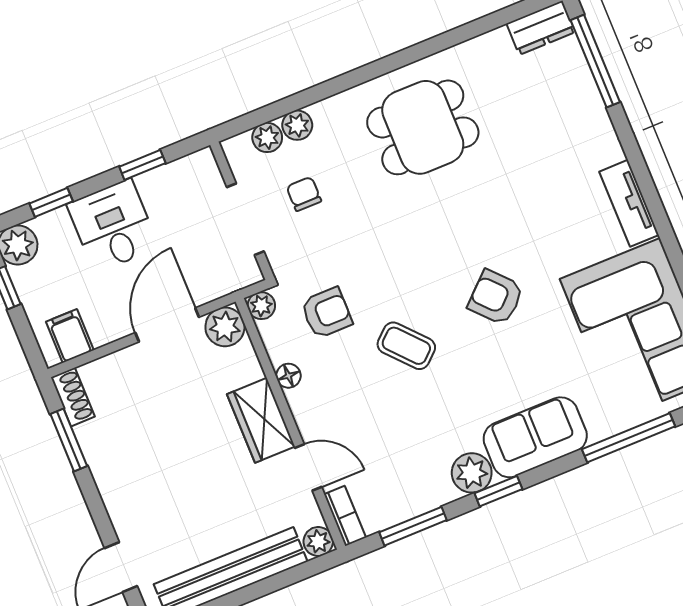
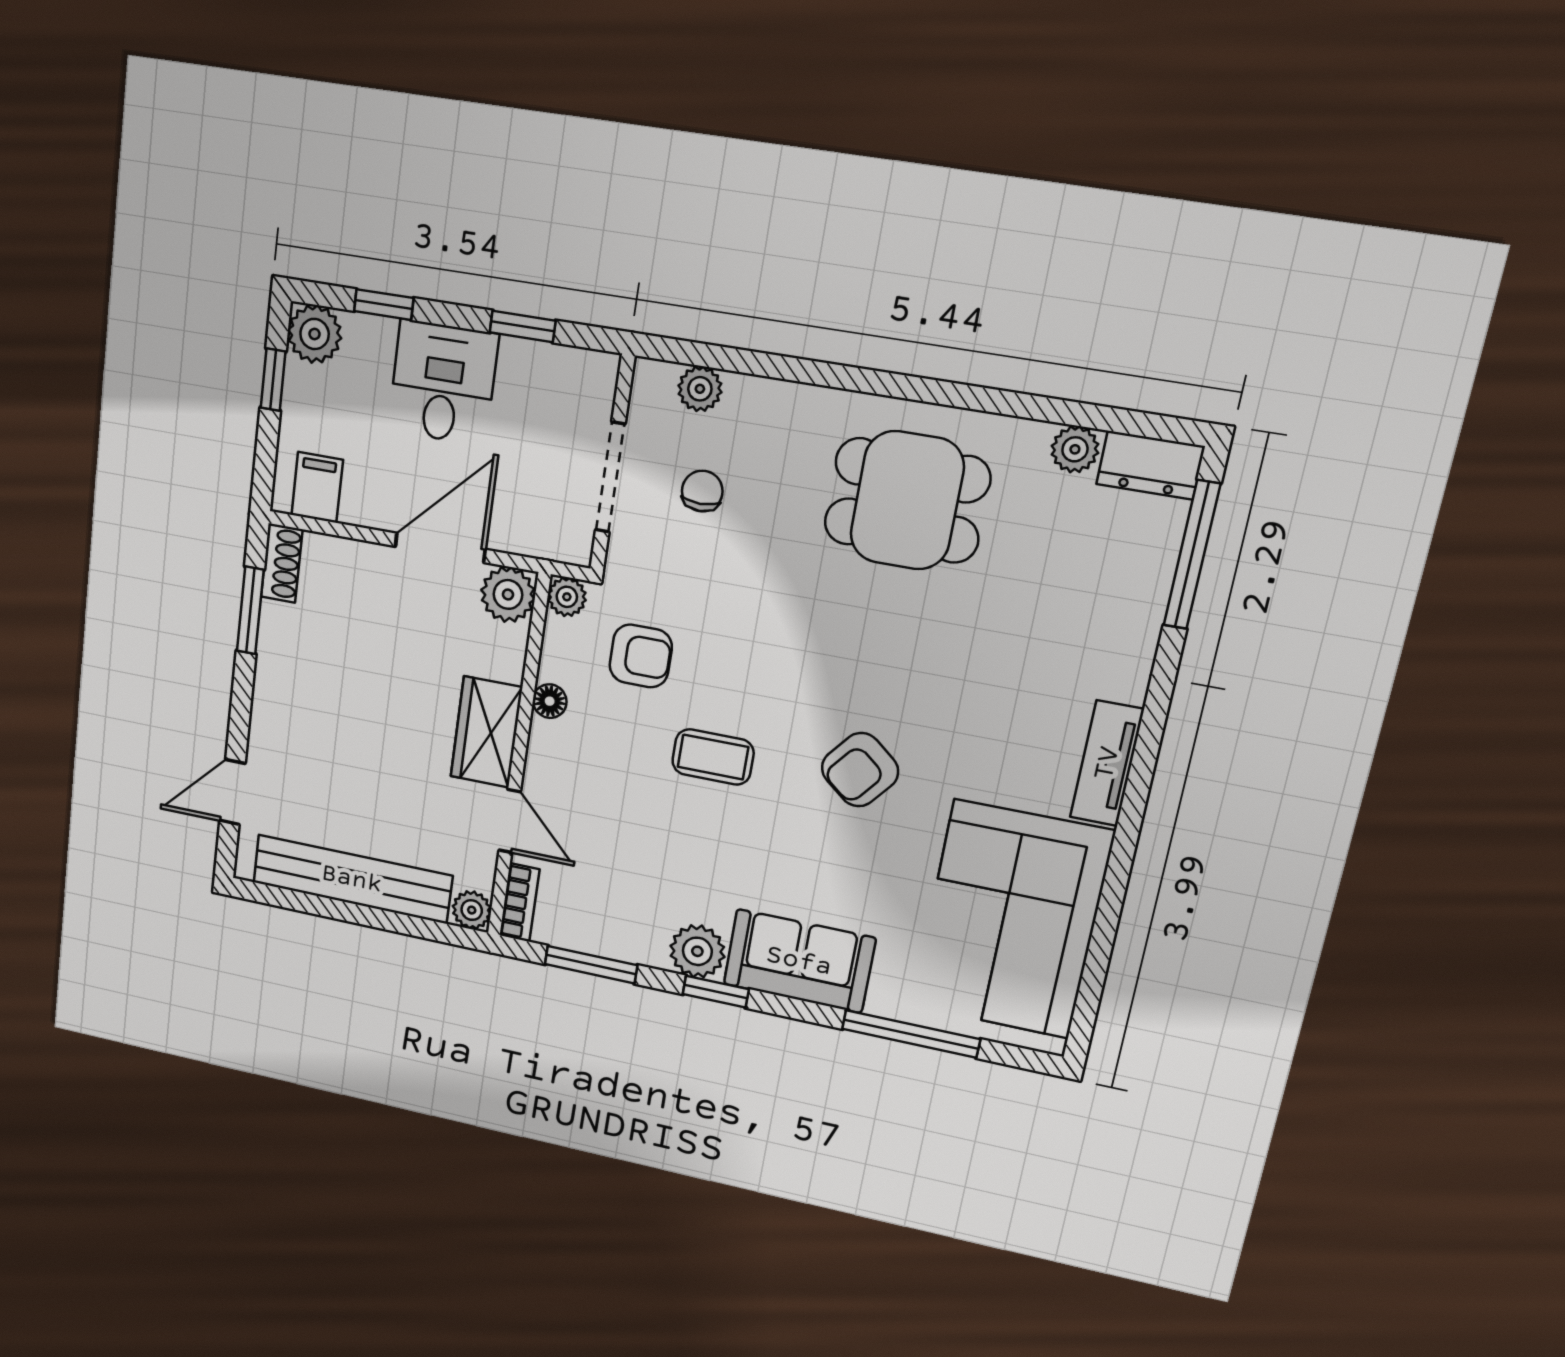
plant: (297, 125) -> (1075, 449), moved
armchair: (496, 297) -> (860, 770), turned -98
coffee table: (406, 346) -> (713, 757), turned -48

